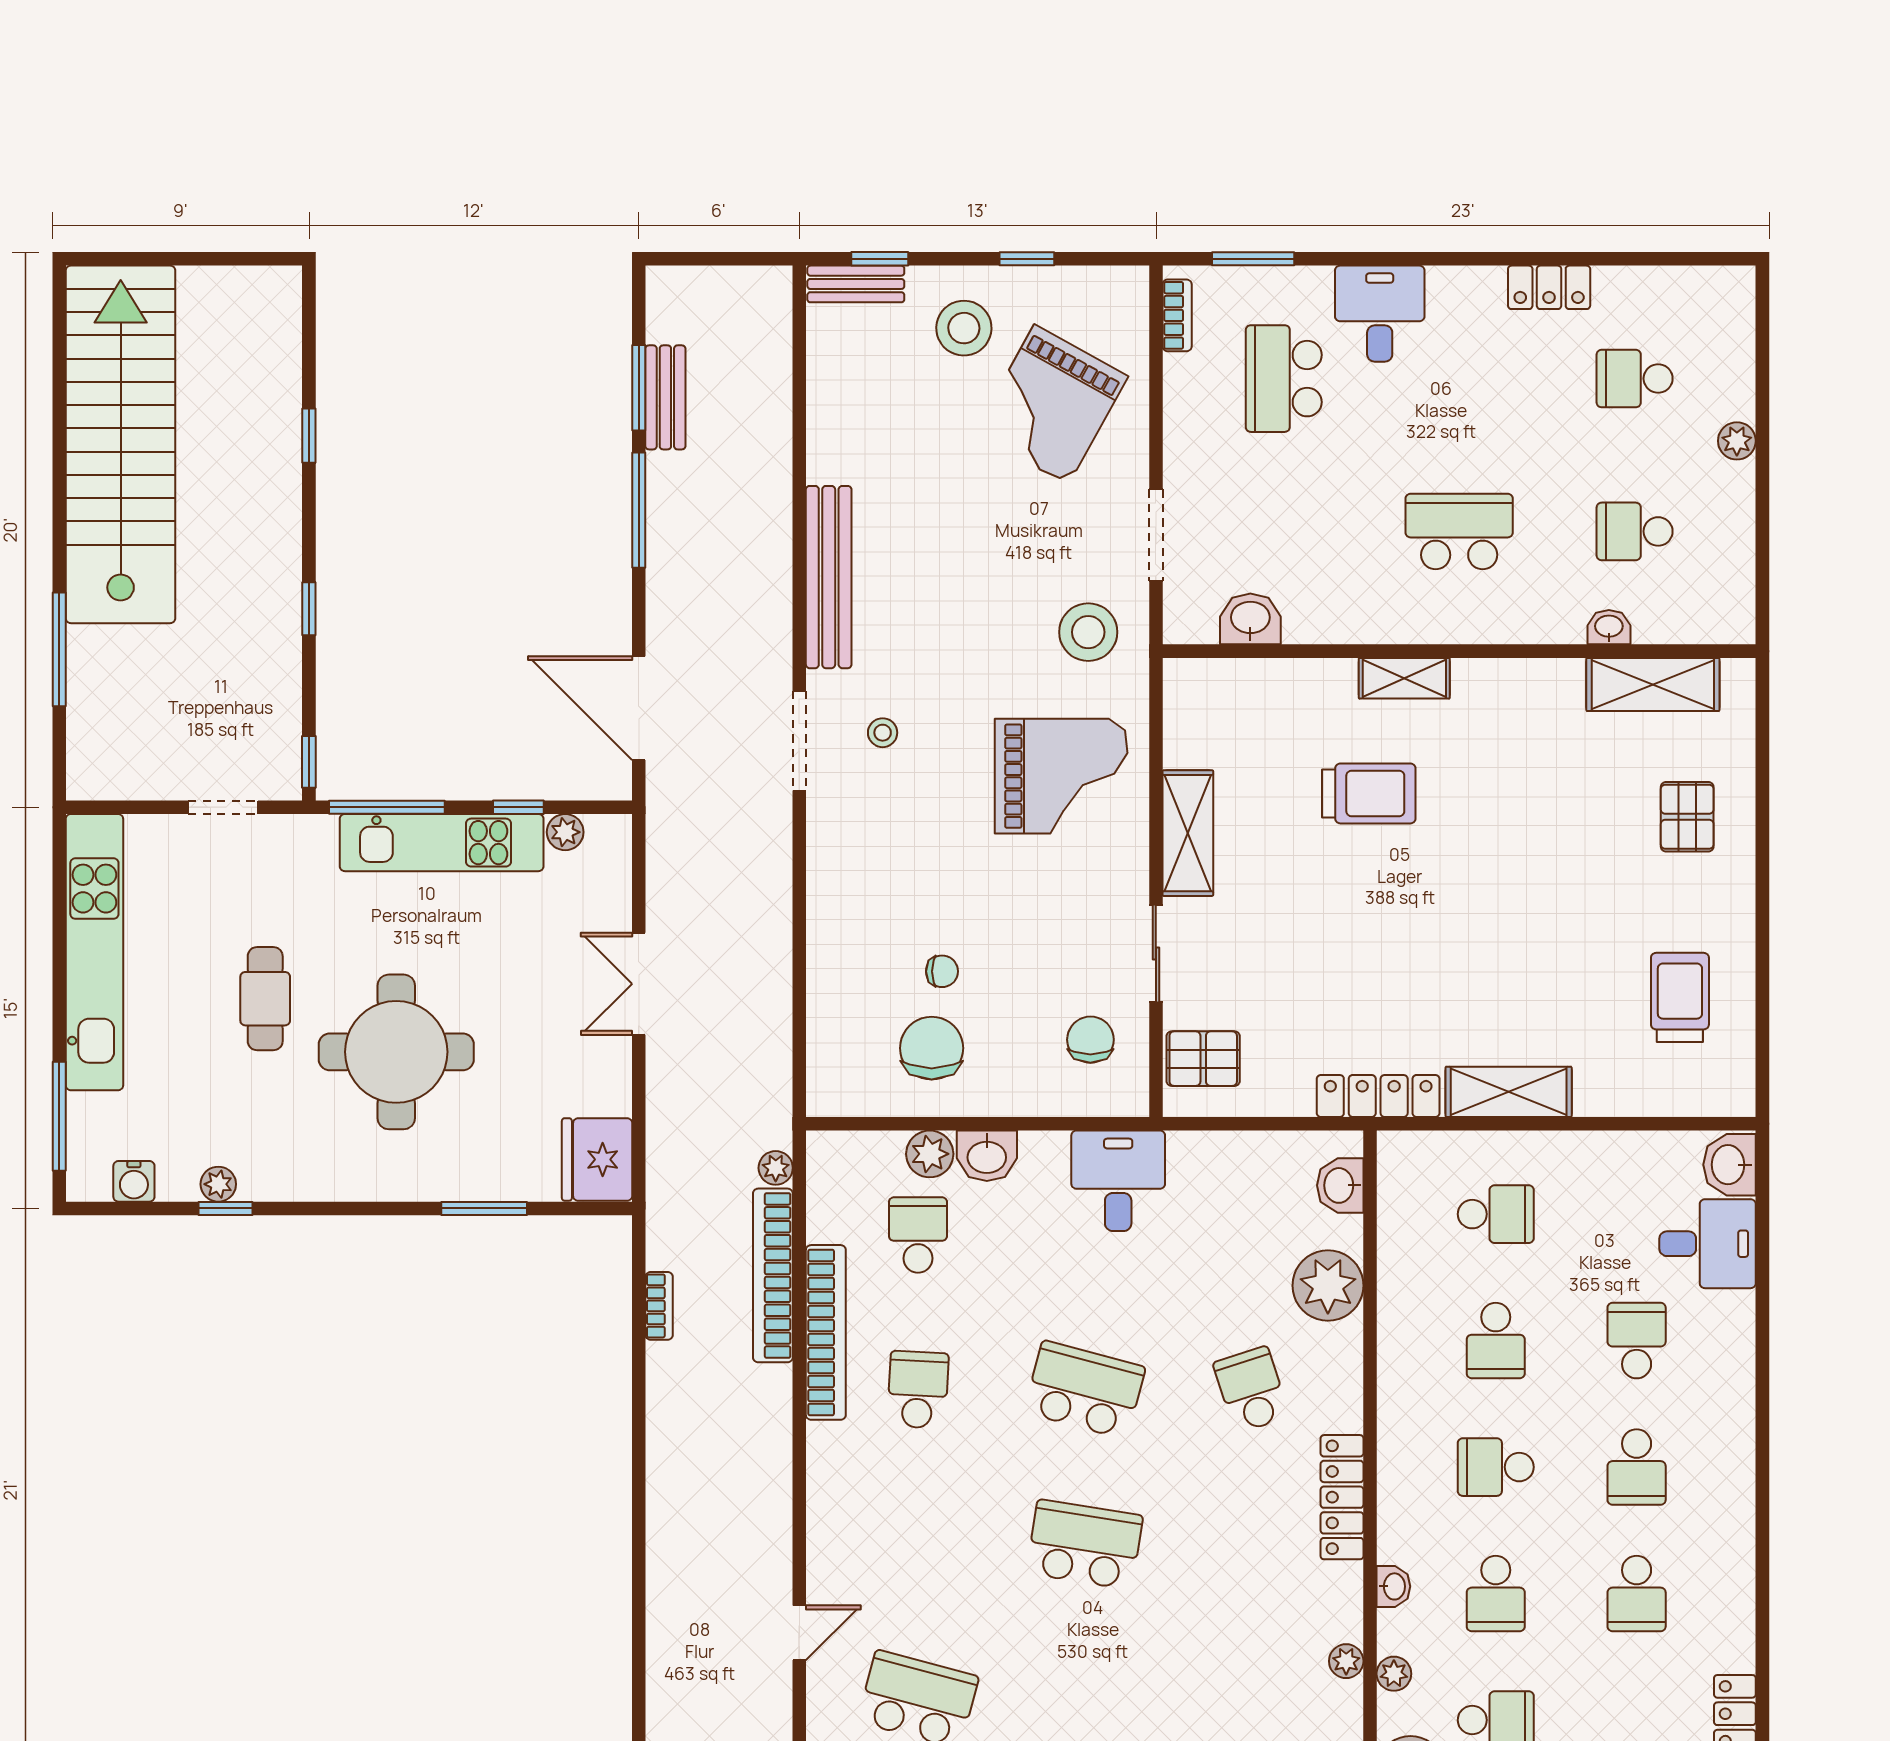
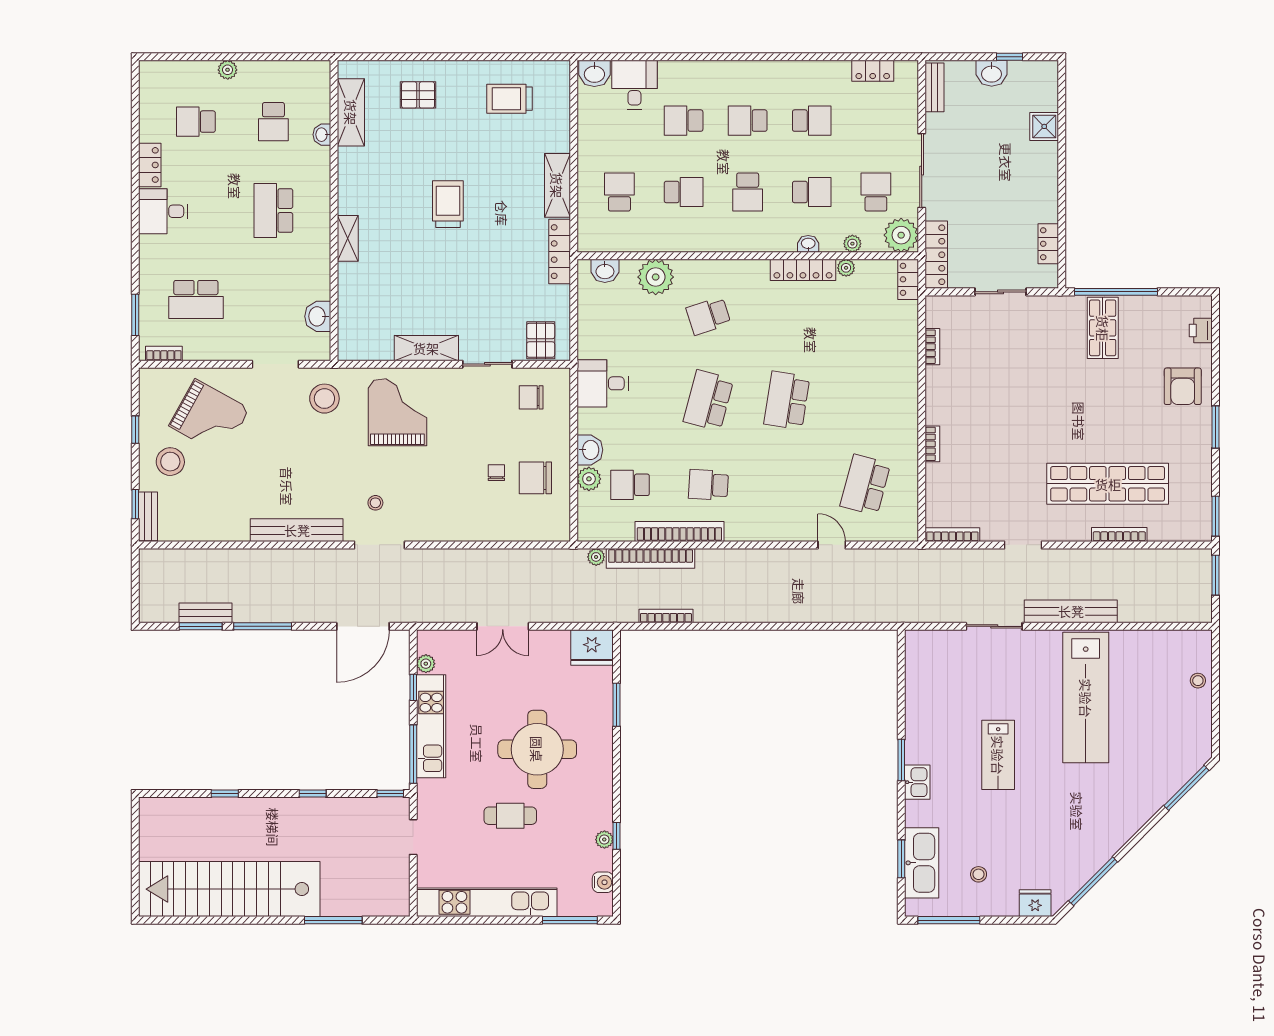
desk: (1380, 314) -> (163, 211), moved
school desk: (1635, 379) -> (196, 122), turned 90
trolley: (1369, 793) -> (448, 204), moved
bookcase: (659, 1306) -> (666, 616), width x1.56
school desk: (1637, 1467) -> (748, 121), turned 180
locker: (1342, 1497) -> (803, 270), moved

